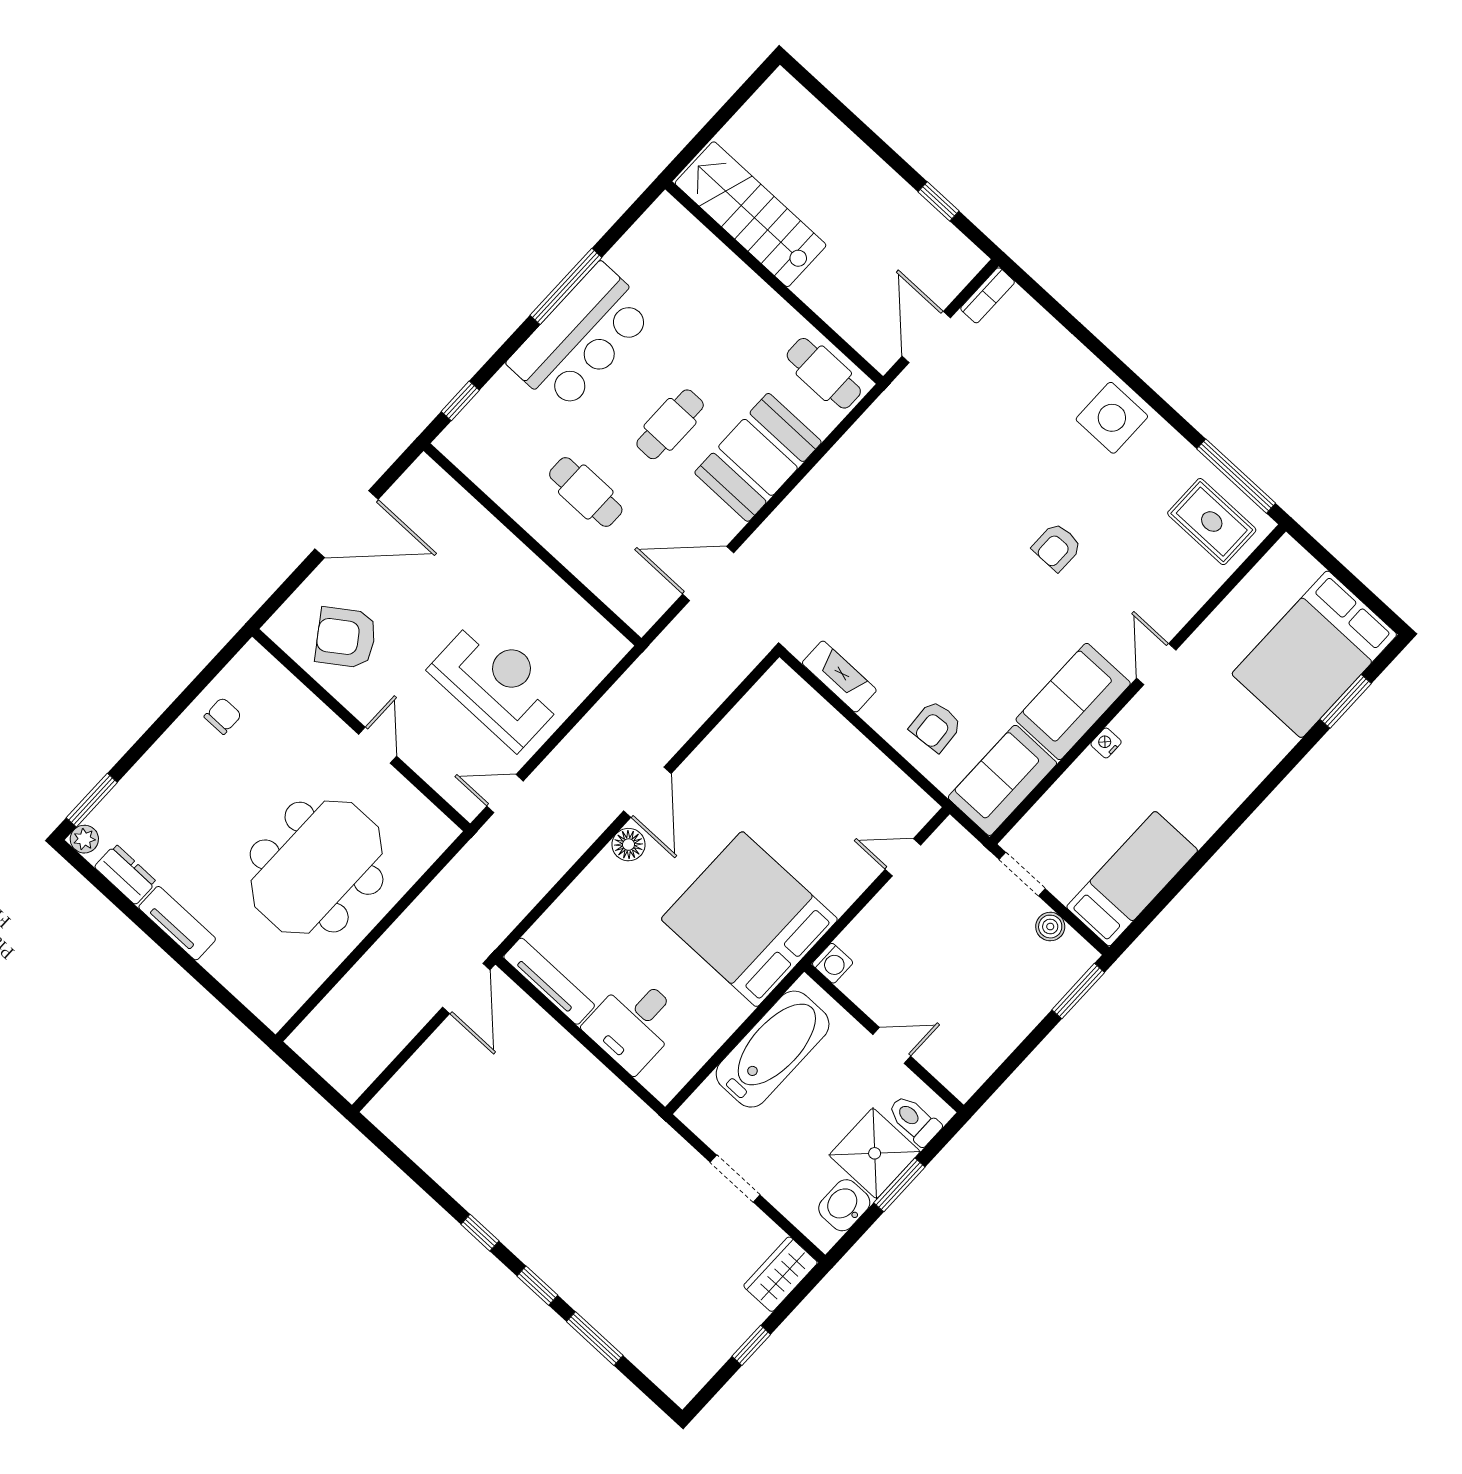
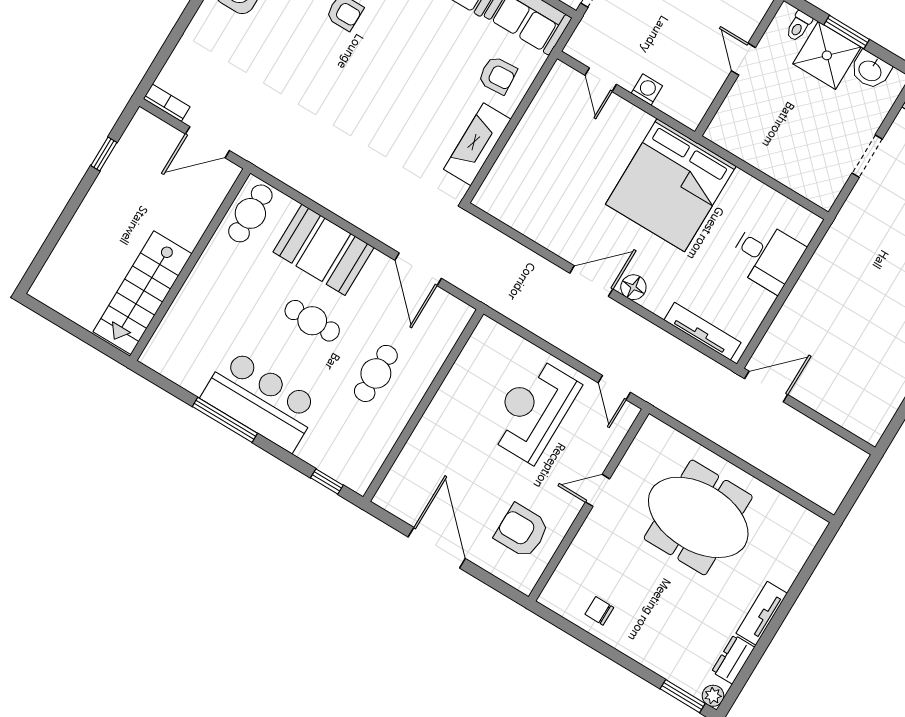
armchair: (346, 638) -> (522, 531), turned 125
fireplace: (839, 677) -> (477, 144), width x1.37, depth x1.32
washing machine: (833, 963) -> (647, 90), moved
tv unit: (549, 981) -> (702, 331), moved, turned 90
bathtub: (773, 1049) -> (764, 148), removed
toilet: (914, 1120) -> (799, 26), width x0.73, depth x0.72

